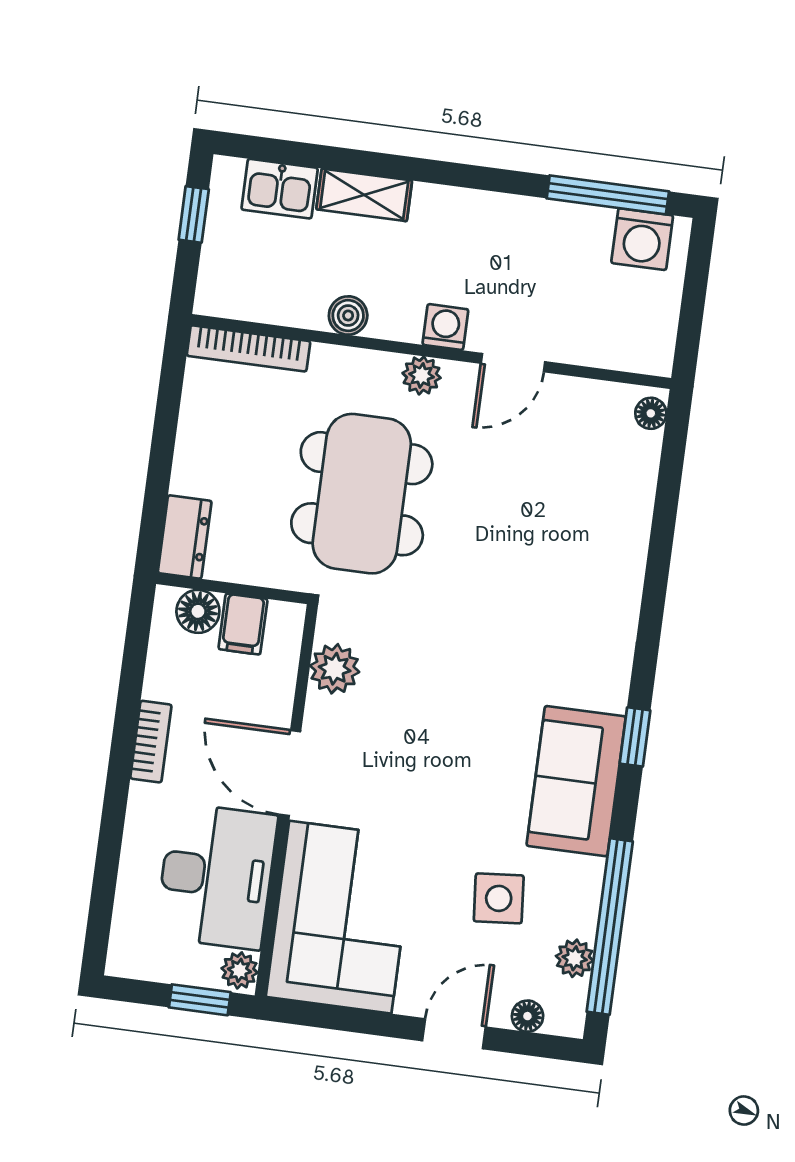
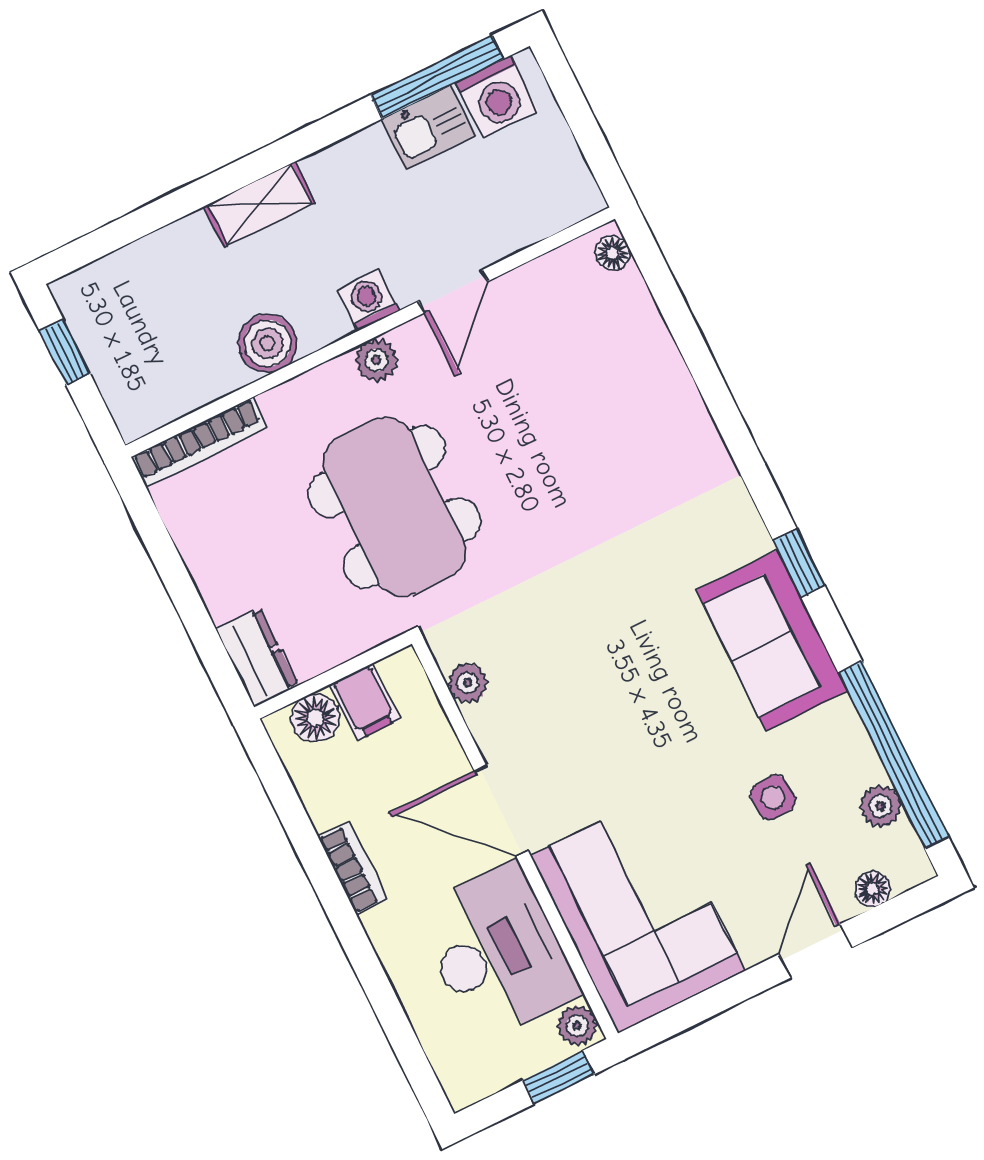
kitchen sink: (280, 189) -> (429, 128), moved
shelving: (364, 195) -> (259, 204), moved
boiler: (348, 316) -> (268, 343), width x1.36, depth x1.36
plant: (335, 669) -> (468, 683), width x0.73, depth x0.73
side table: (499, 898) -> (773, 797), width x0.73, depth x0.73

